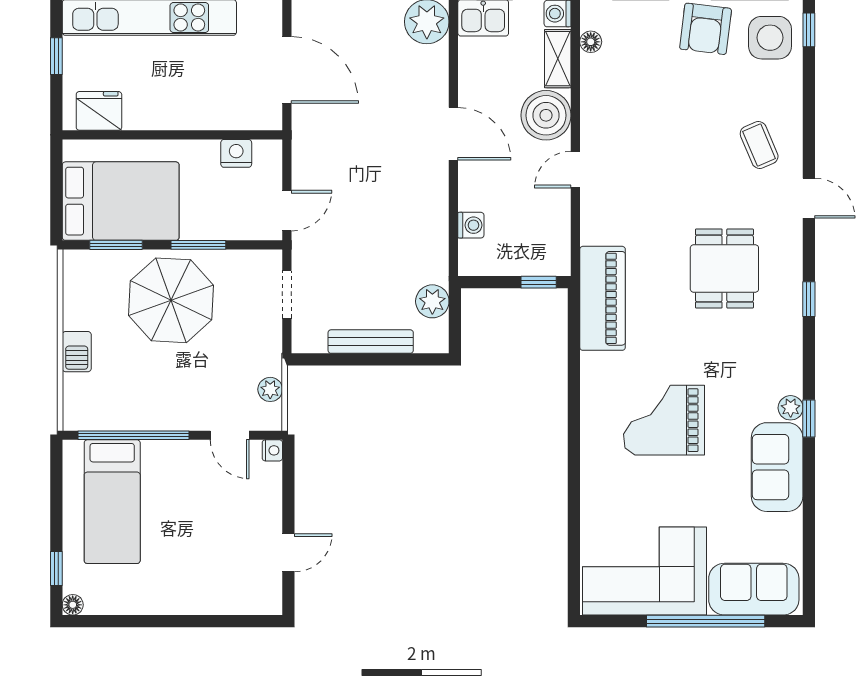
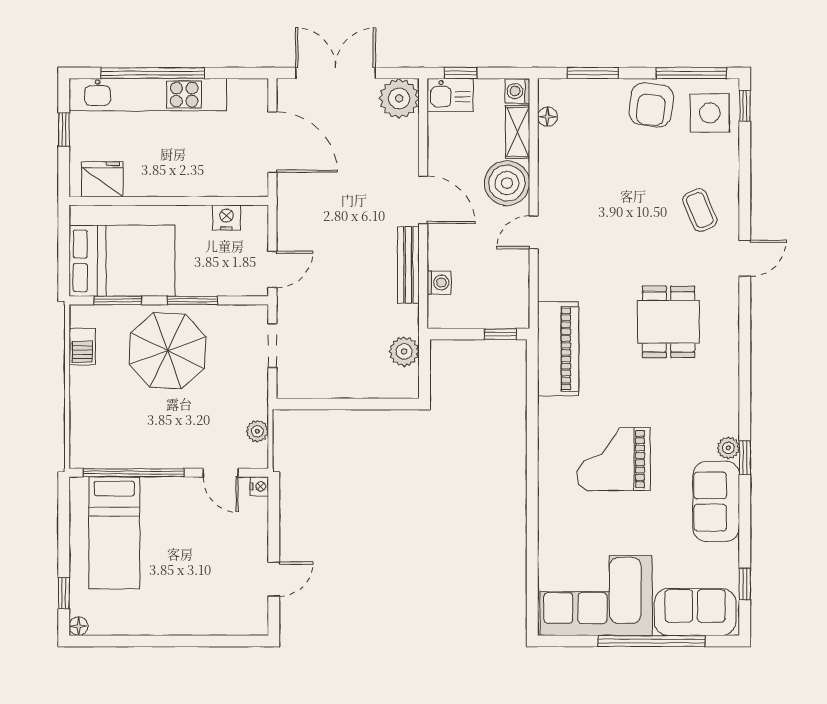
door: (809, 198) -> (745, 258), hinge flipped
window: (809, 299) -> (745, 584), moved
bench: (371, 342) -> (408, 265), moved, turned 90
barbecue: (77, 352) -> (82, 346), moved

